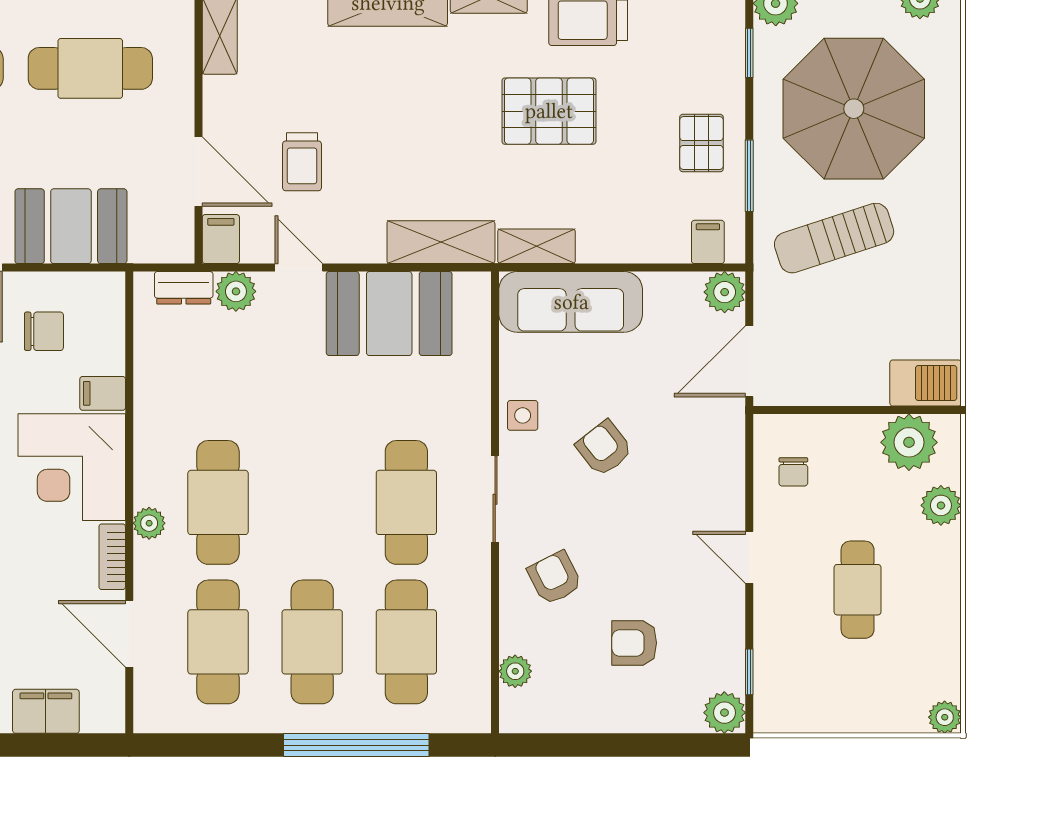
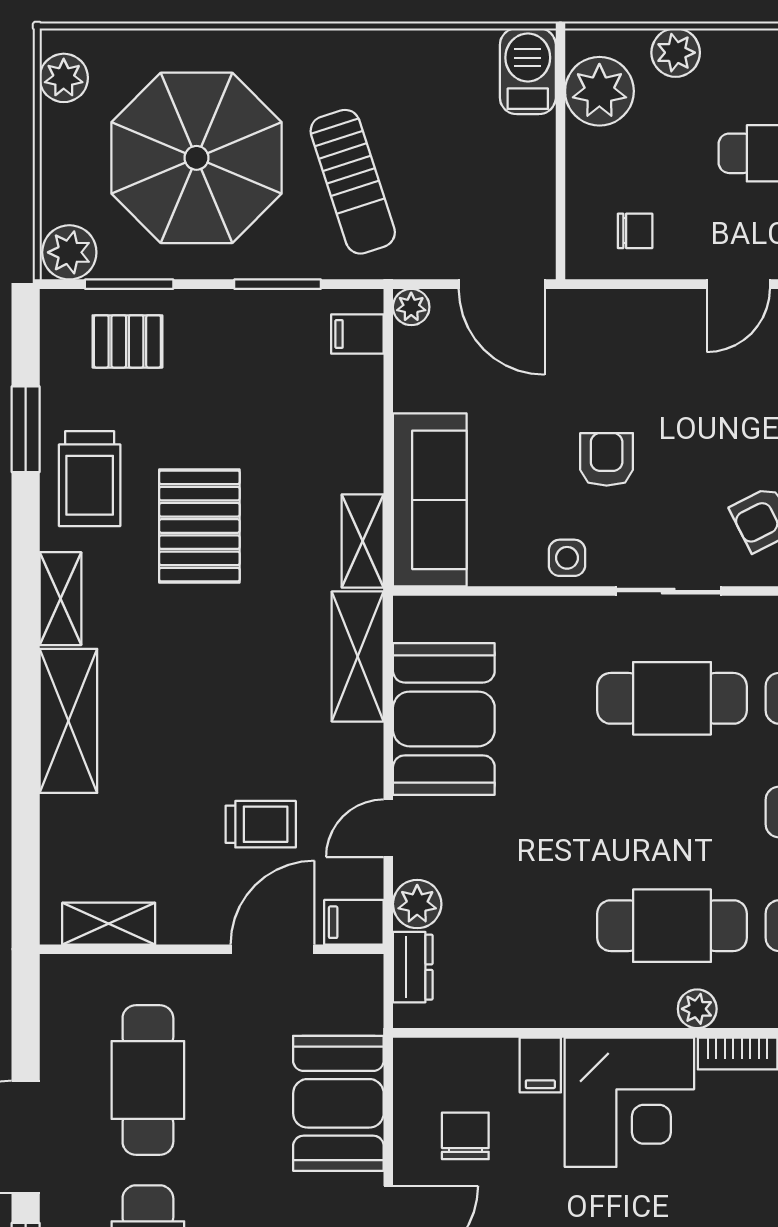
window: (749, 53) -> (129, 284), width x1.50
pallet: (701, 143) -> (127, 341), moved
plant: (725, 292) -> (411, 307), width x0.73, depth x0.73
armchair: (604, 448) -> (607, 459), turned 128

